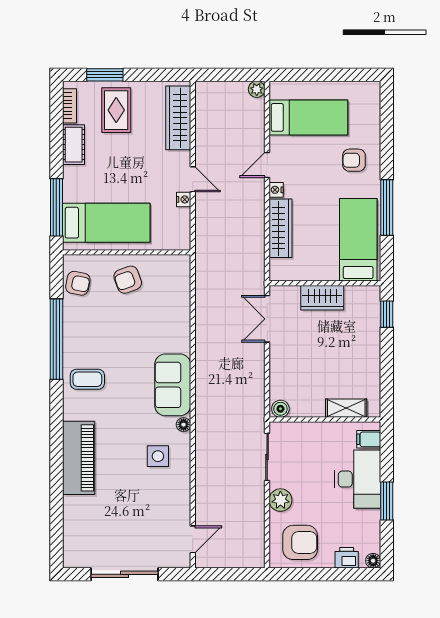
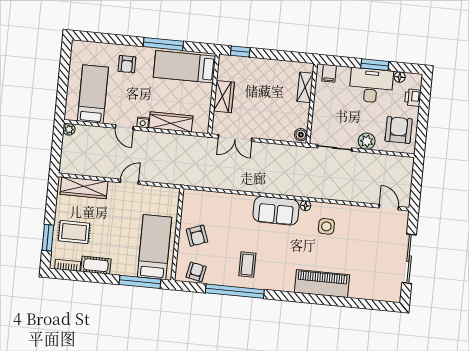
nightstand: (184, 199) -> (143, 190), removed
coffee table: (87, 379) -> (247, 265), moved
desk: (358, 479) -> (371, 85), moved
floor lamp: (373, 561) -> (400, 77), moved

